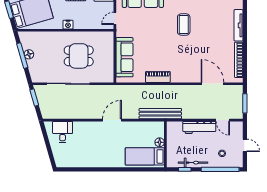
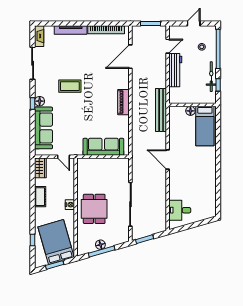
dining table: (79, 56) -> (94, 209), moved
piano: (158, 77) -> (124, 102), moved

